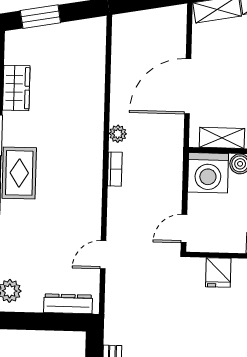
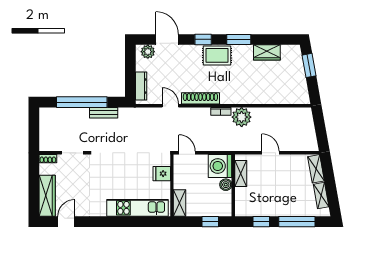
door: (188, 86) -> (270, 153), width x0.53
plant: (118, 134) -> (242, 117), width x1.88, depth x1.88
shoe rack: (92, 203) -> (200, 98), added

